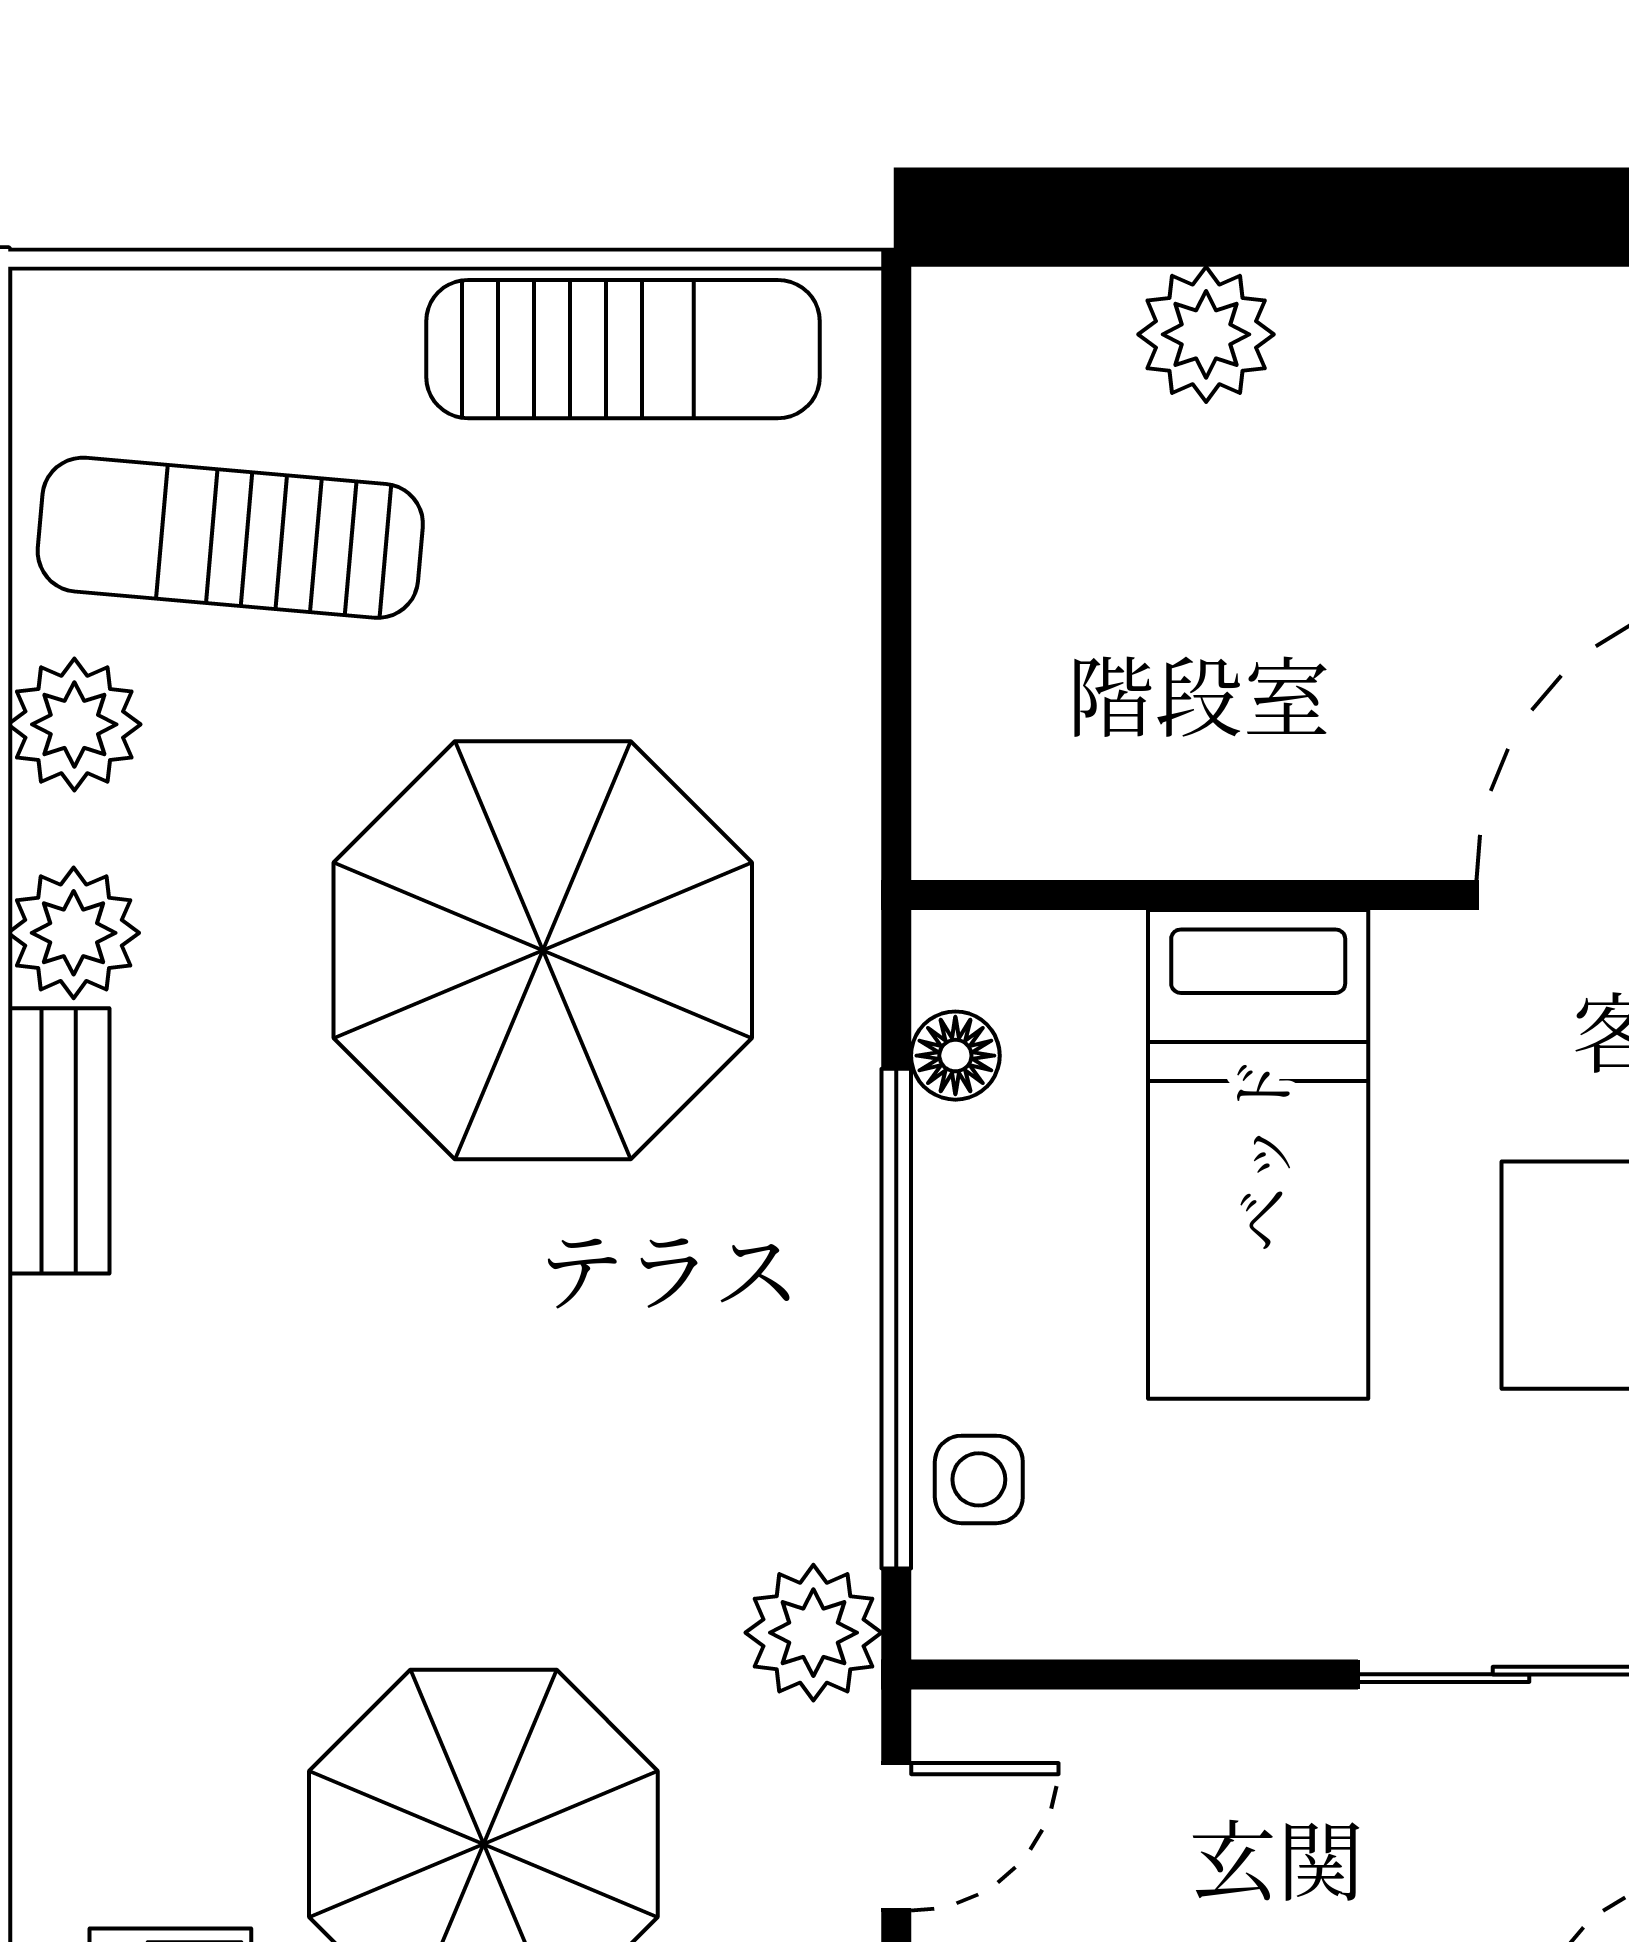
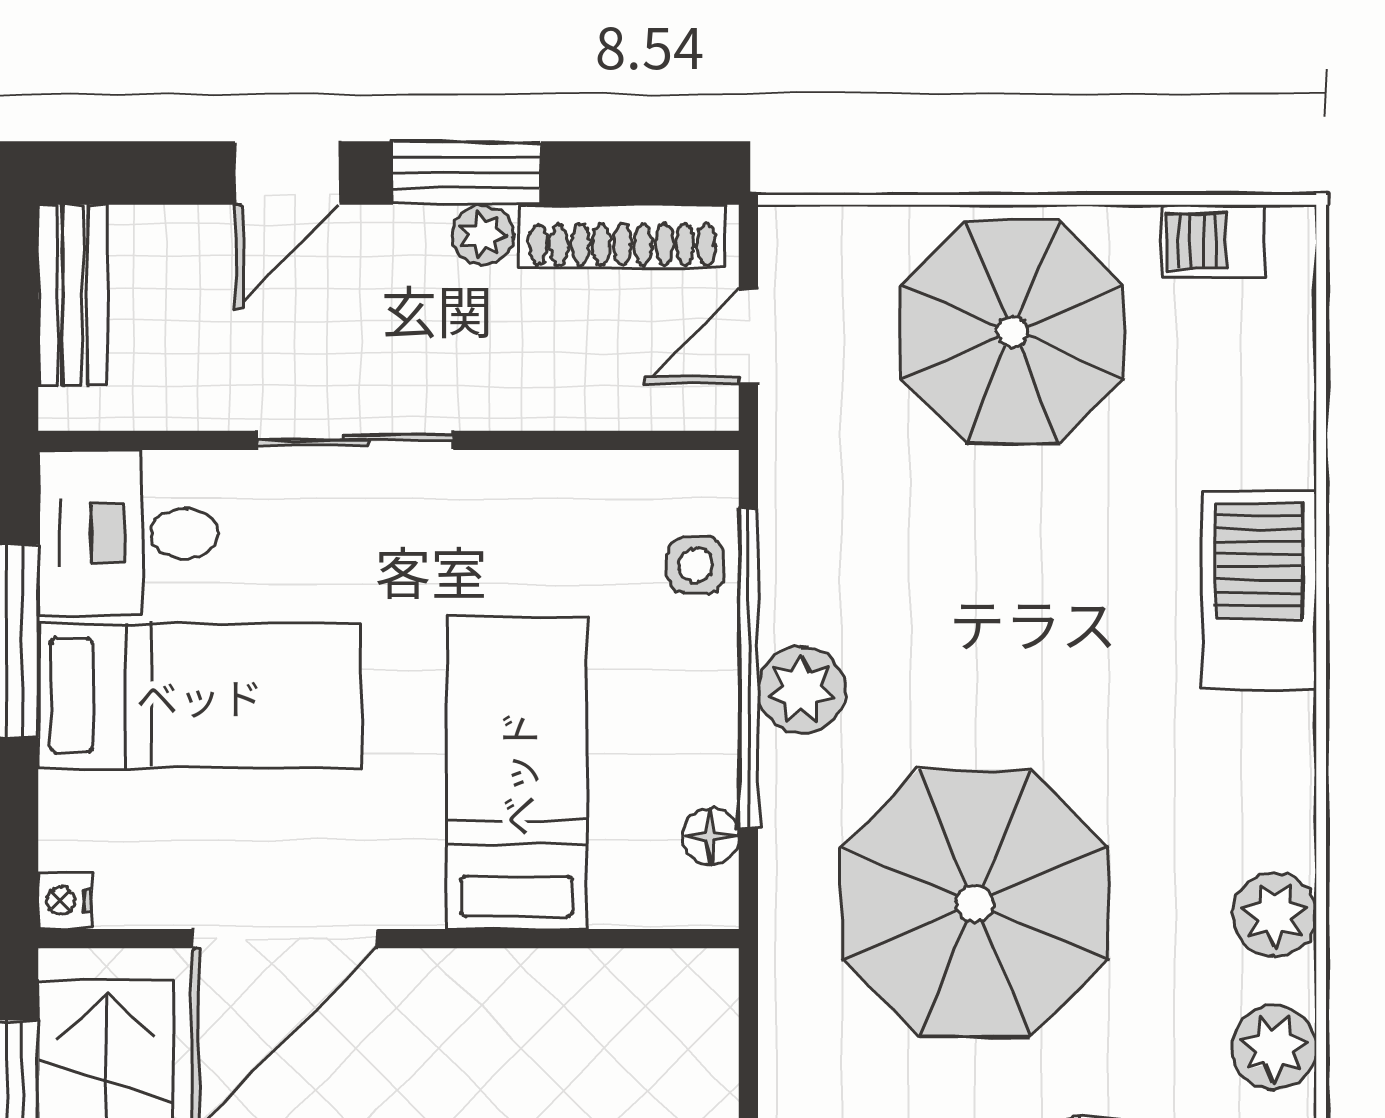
bench: (59, 1141) -> (1284, 781), removed
barbecue: (98, 1439) -> (1259, 591), added
plant: (813, 1633) -> (801, 690), moved

